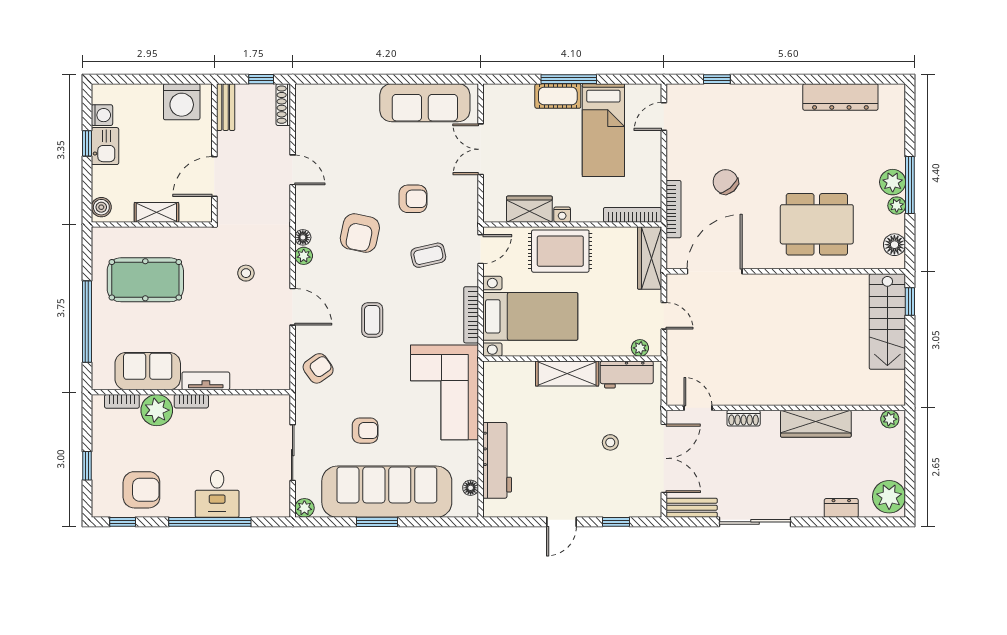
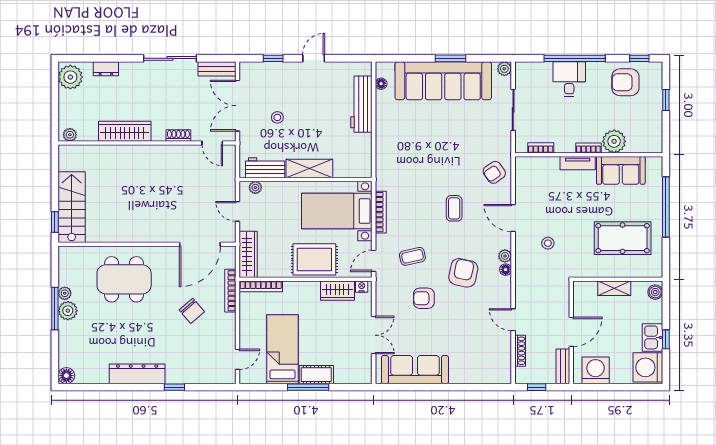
window: (717, 79) -> (174, 387), moved
dresser: (840, 97) -> (137, 374), moved
shoe rack: (283, 105) -> (520, 351), moved
washing machine: (102, 115) -> (648, 367), width x1.89, depth x1.89
door: (214, 176) -> (571, 332), moved
nightstand: (562, 215) -> (362, 287), moved
floor lamp: (894, 245) -> (66, 376), moved
corner sofa: (444, 392) -> (400, 155), removed
bookcase: (122, 401) -> (541, 148), moved
armchair: (365, 431) -> (459, 126), removed

